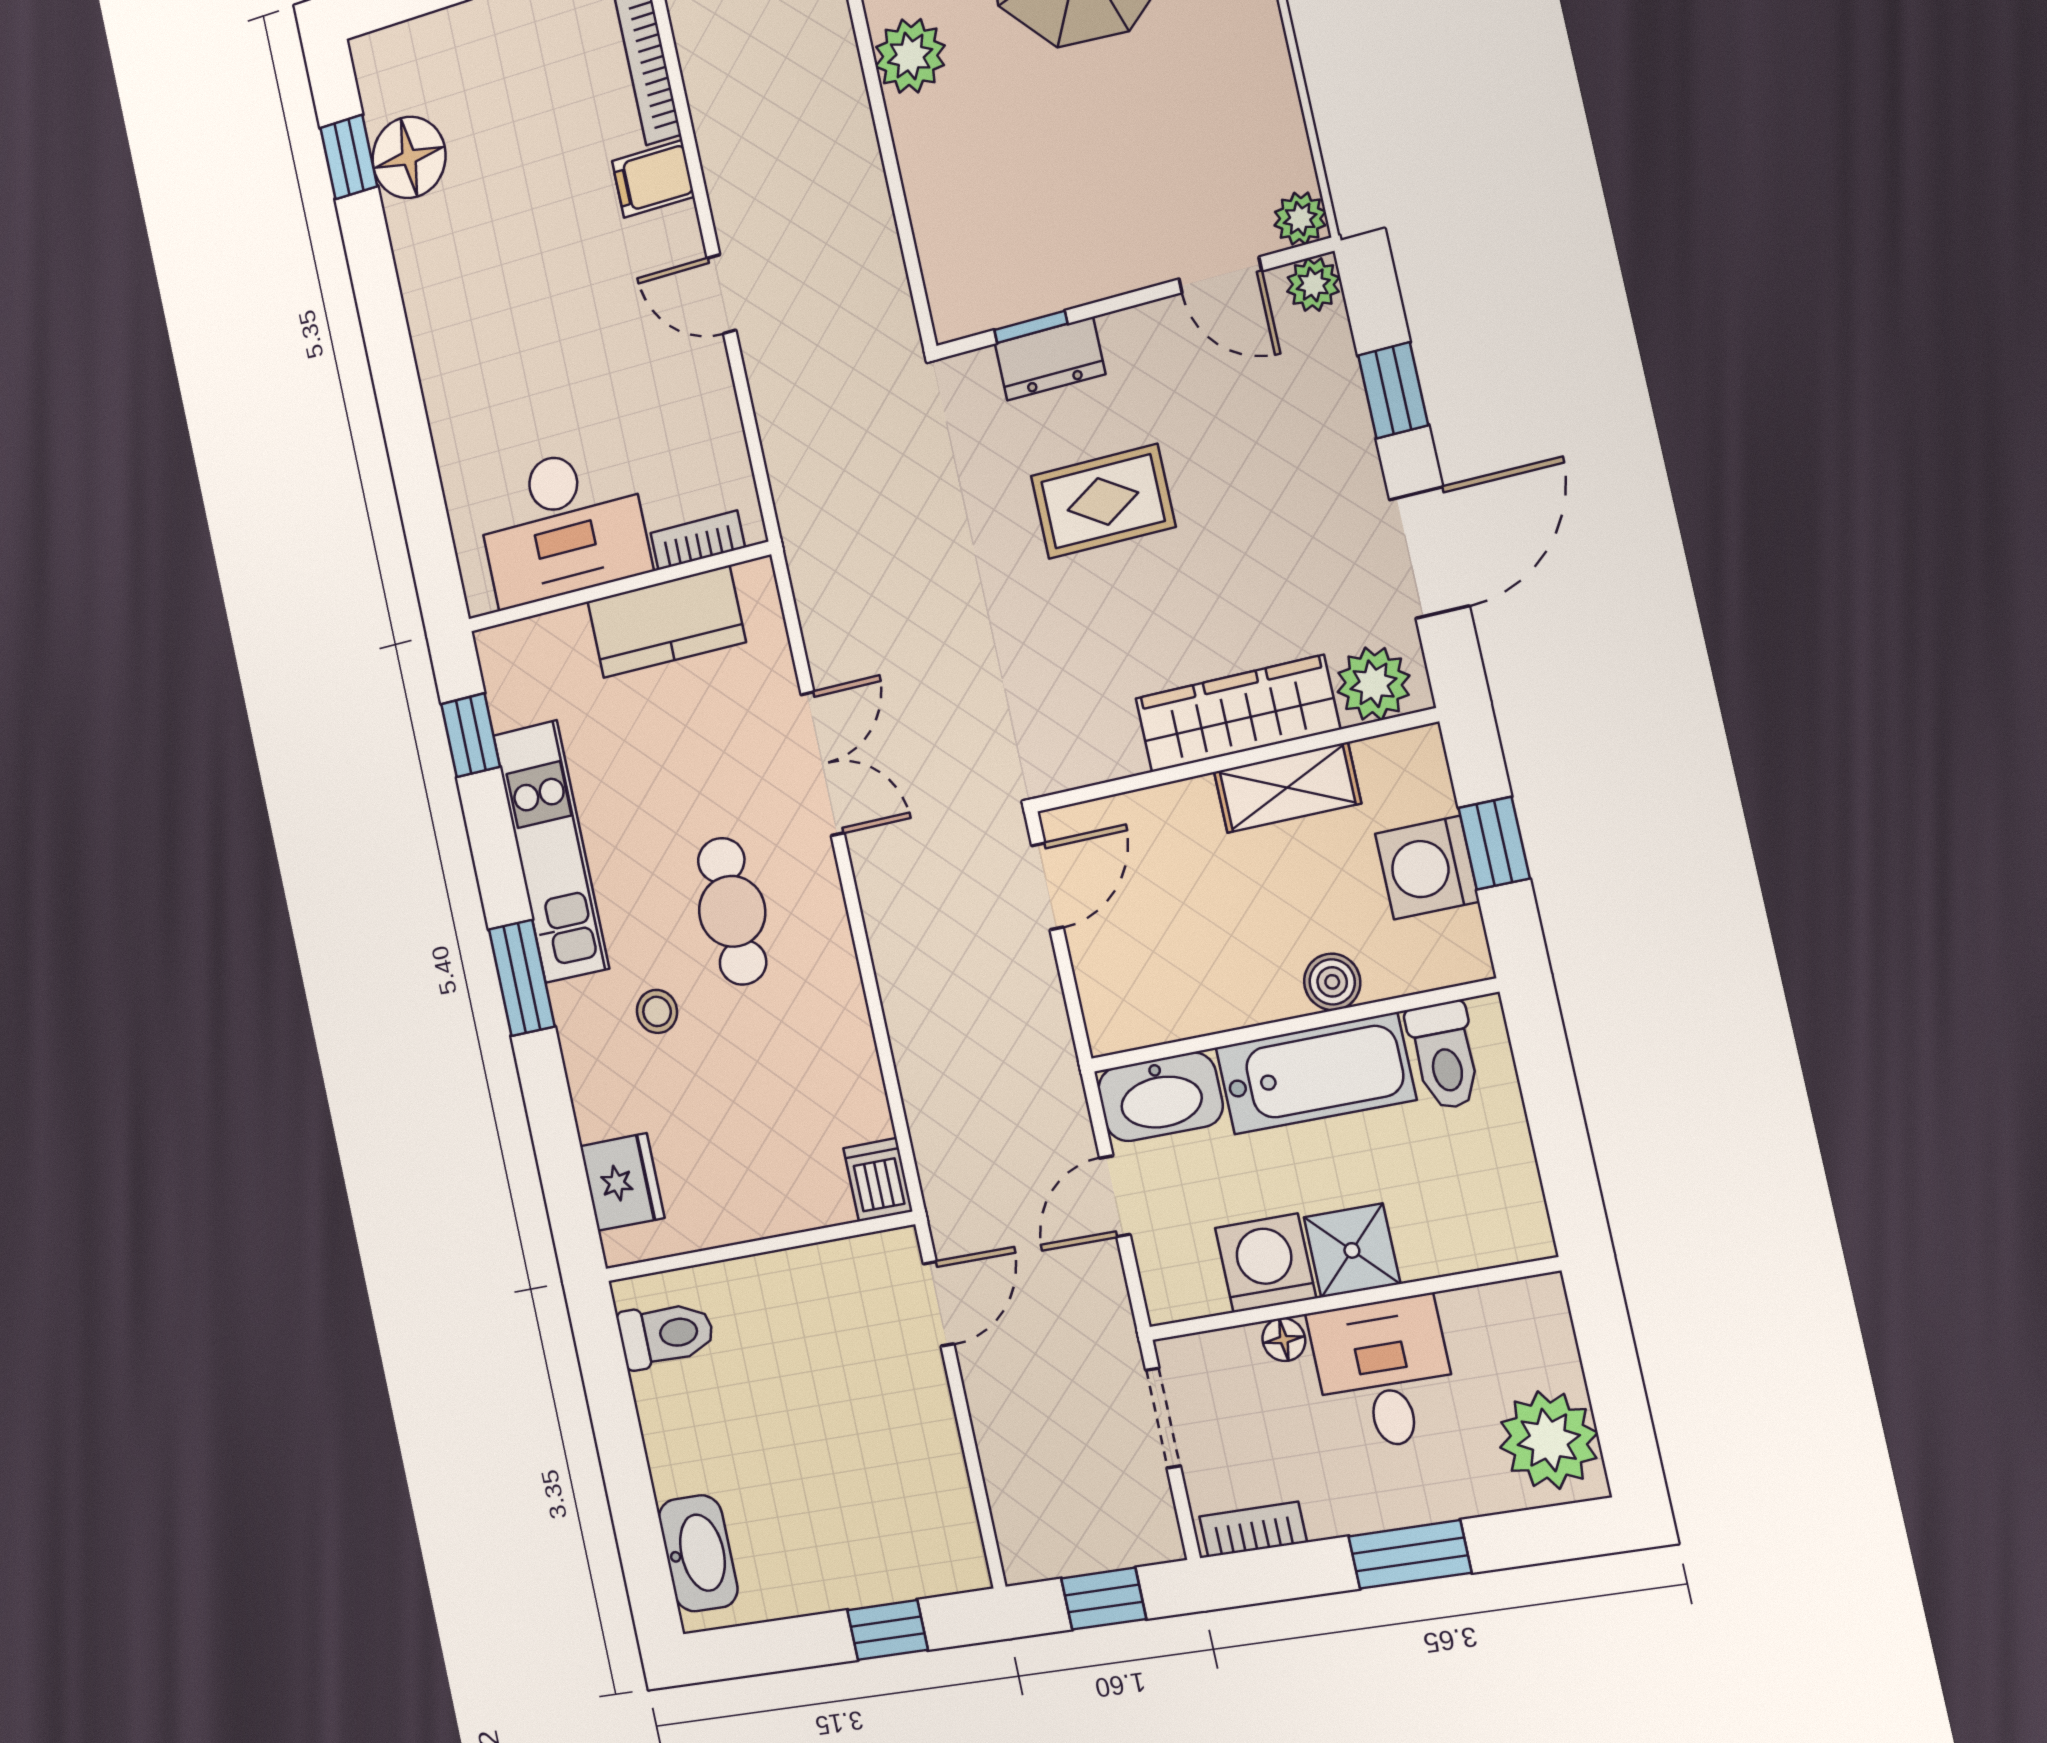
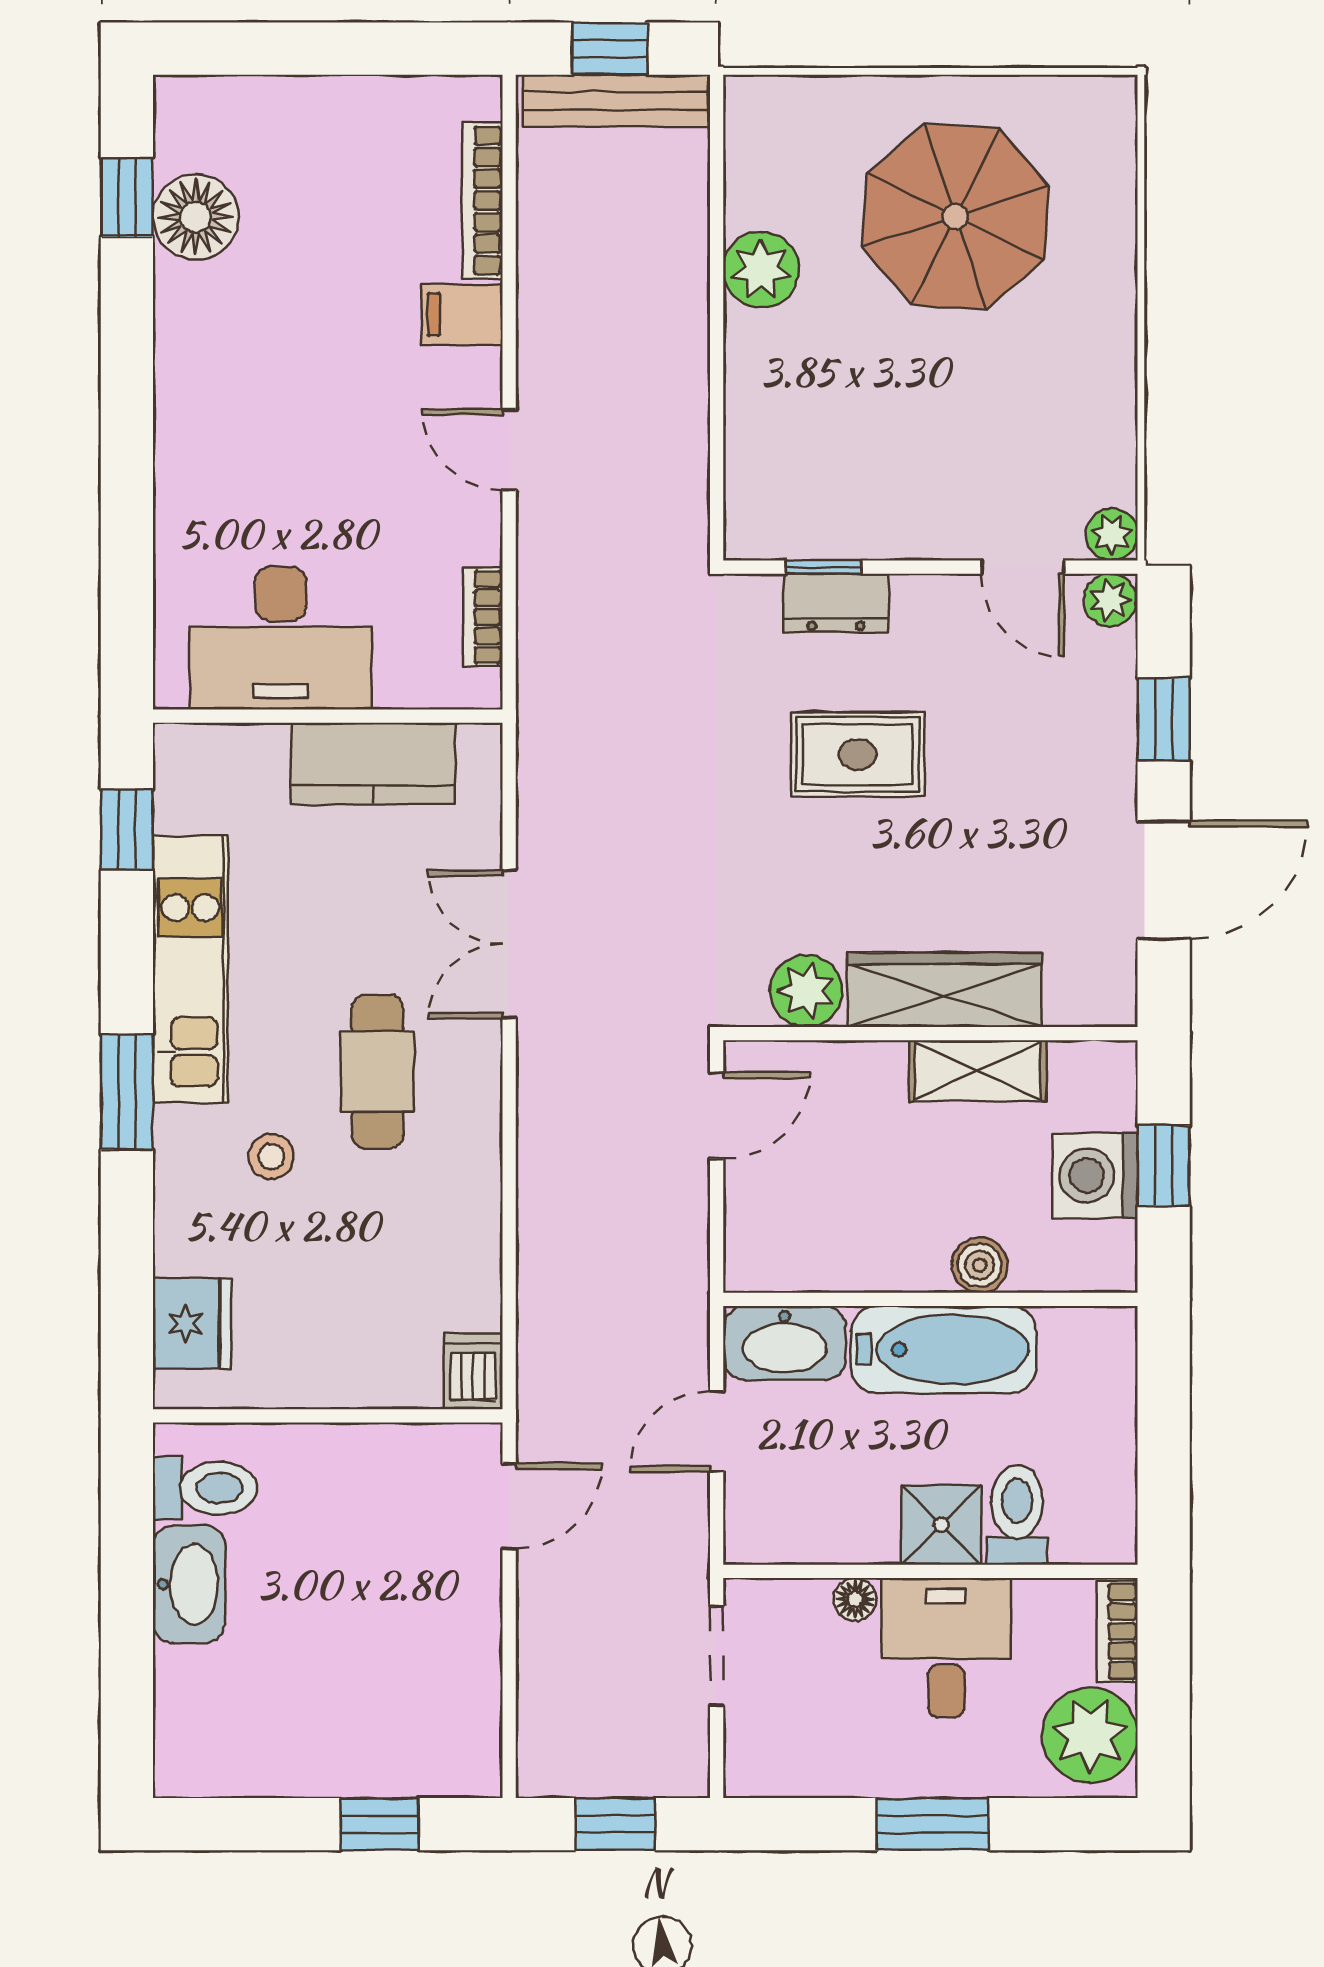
bookcase: (698, 540) -> (483, 617), moved, turned -90
plant: (1374, 684) -> (806, 991), moved
double door: (823, 764) -> (509, 944), swing flipped
toilet: (1444, 1056) -> (1017, 1515), moved, turned 180
washing machine: (1266, 1263) -> (854, 1522), removed
bookcase: (1253, 1529) -> (1117, 1631), moved, turned -90
washbasin: (698, 1553) -> (189, 1584), moved

